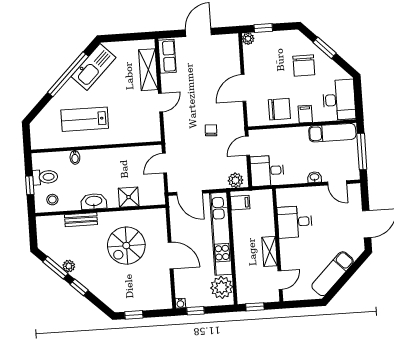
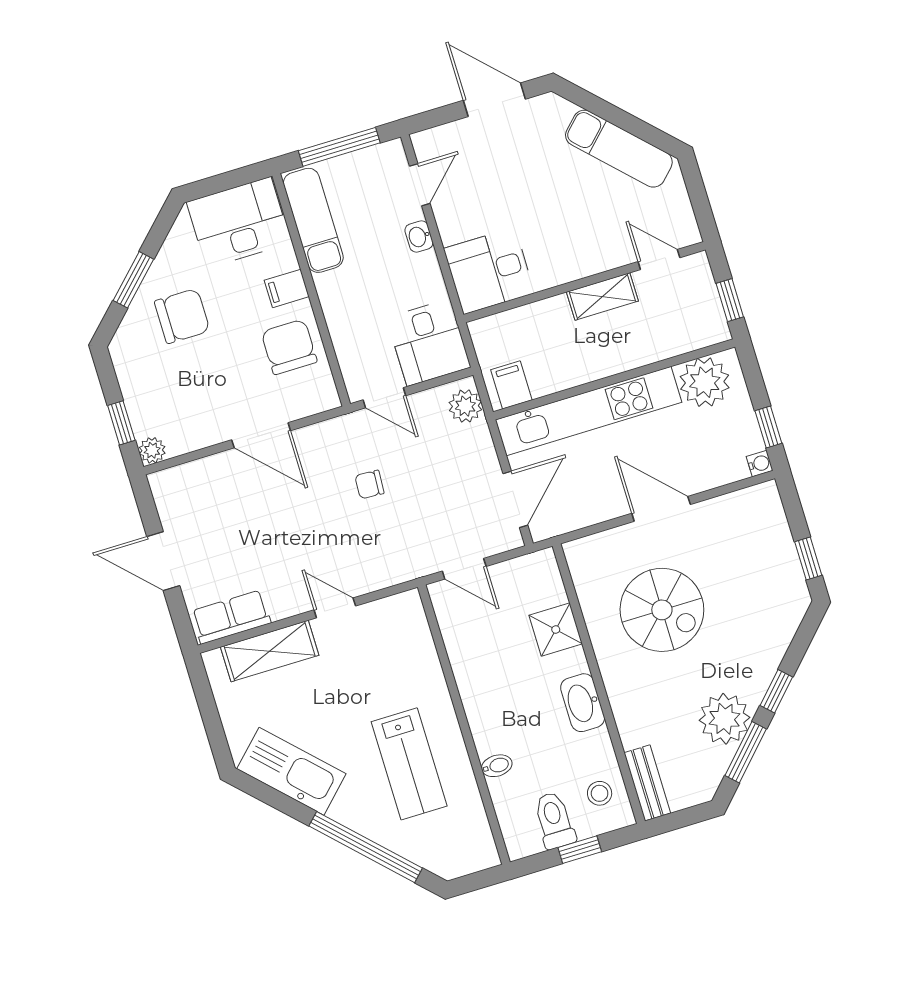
window: (68, 74) -> (366, 847), moved
bench: (81, 220) -> (647, 783), moved
desk: (295, 222) -> (489, 271), moved, turned 90
door: (171, 255) -> (661, 509), hinge flipped
plant: (69, 266) -> (725, 719), width x1.87, depth x1.87

